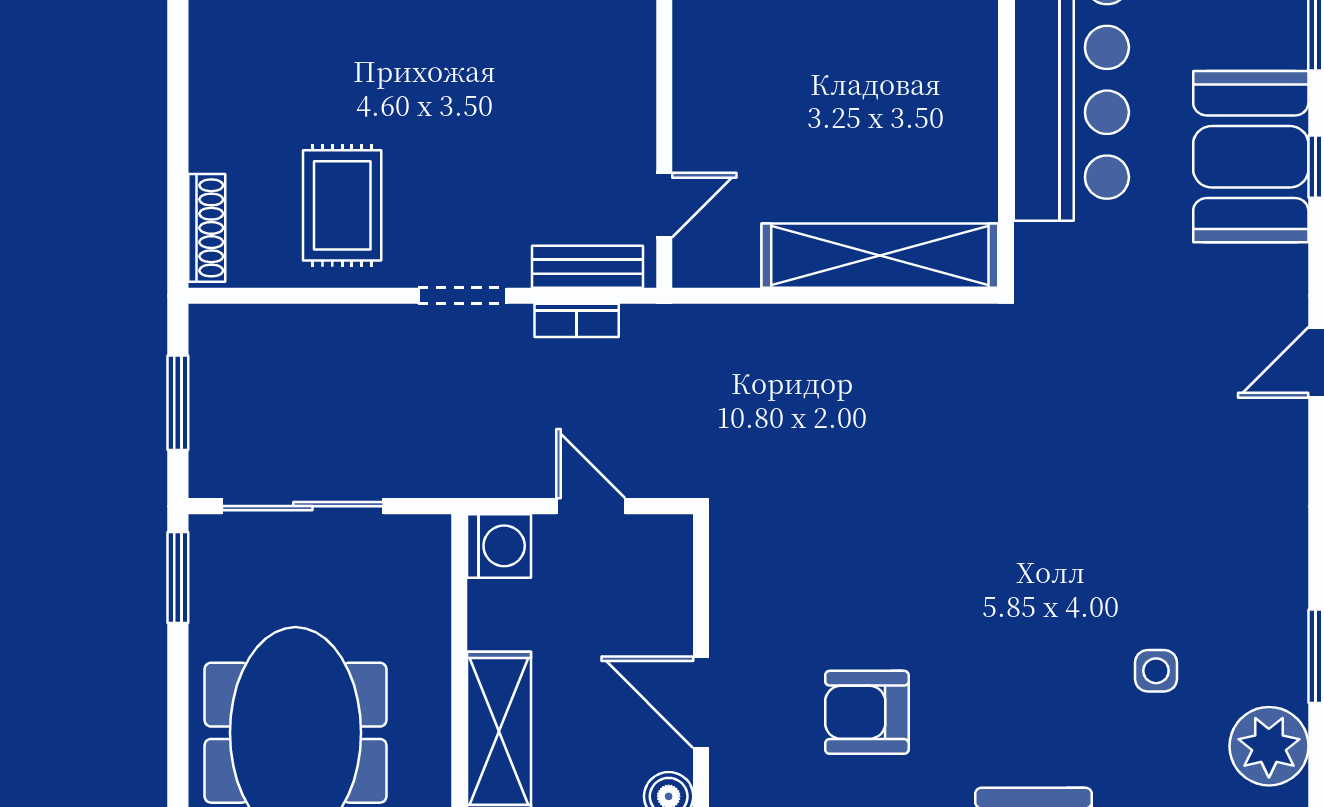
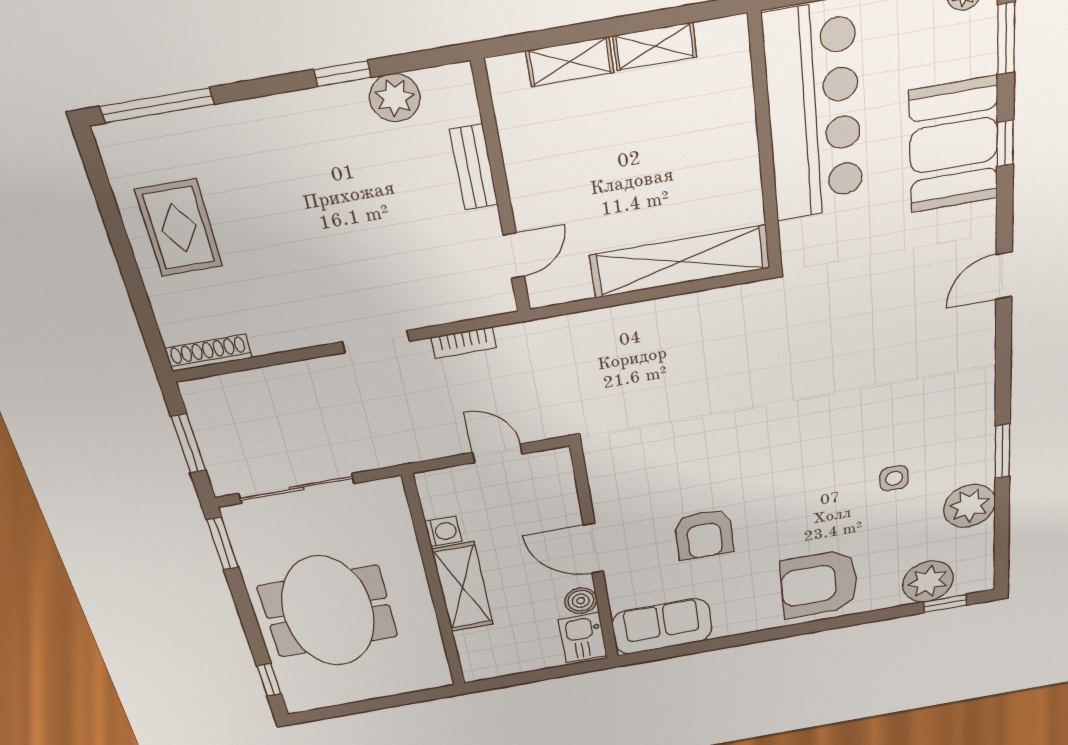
rug: (342, 205) -> (179, 228), moved
shoe rack: (207, 228) -> (209, 353), moved, turned -90
bench: (587, 267) -> (474, 167), moved, turned 90
washing machine: (499, 546) -> (443, 532), moved, width x0.73, depth x0.73
armchair: (867, 712) -> (704, 534), turned -90

